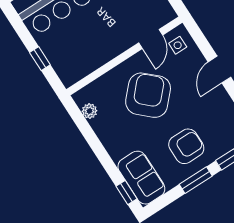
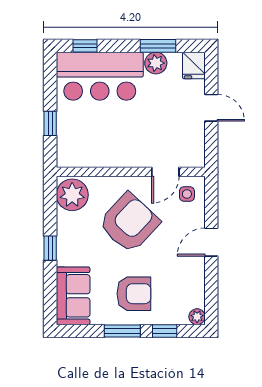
plant: (90, 111) -> (72, 195), width x1.88, depth x1.88
window: (126, 192) -> (50, 248), moved

